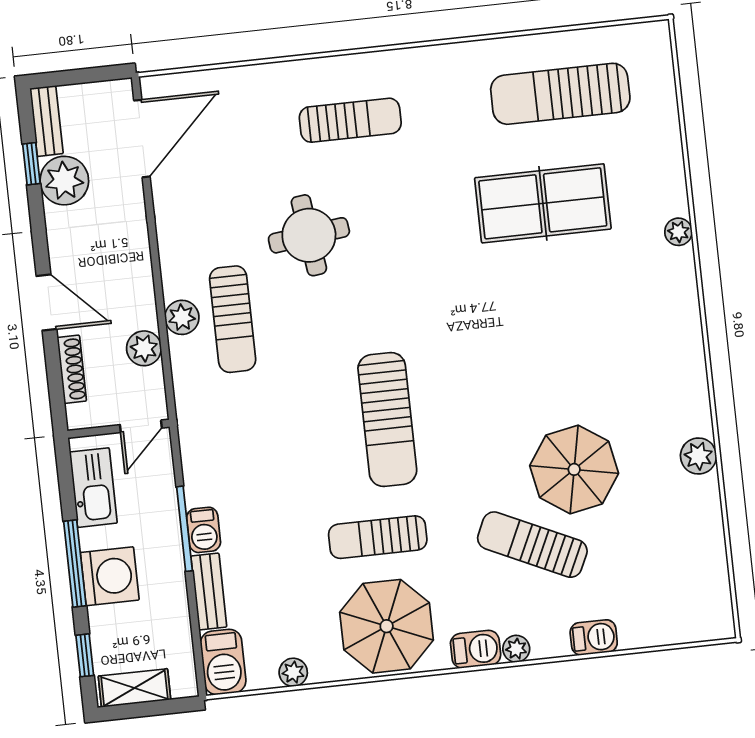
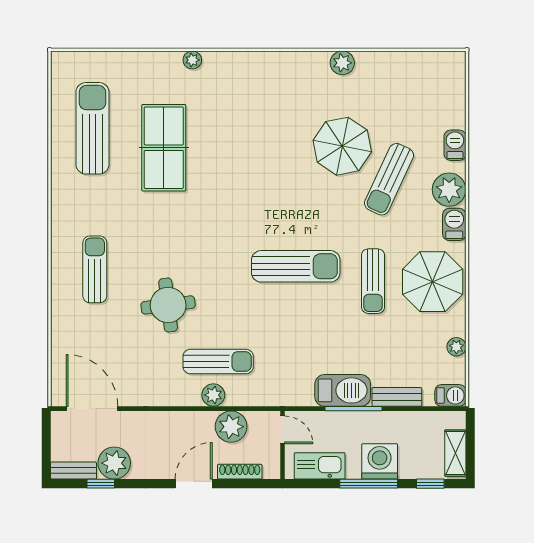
sun lounger: (560, 94) -> (92, 128), turned 180
plant: (144, 348) -> (231, 427), width x1.36, depth x1.36
barbecue: (204, 530) -> (343, 390), width x1.88, depth x1.53
plant: (516, 649) -> (449, 190), width x1.88, depth x1.88
barbecue: (223, 662) -> (450, 395), width x0.73, depth x0.79

